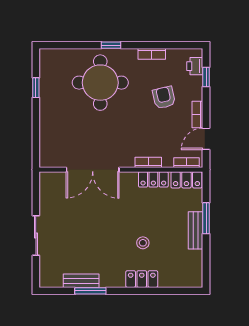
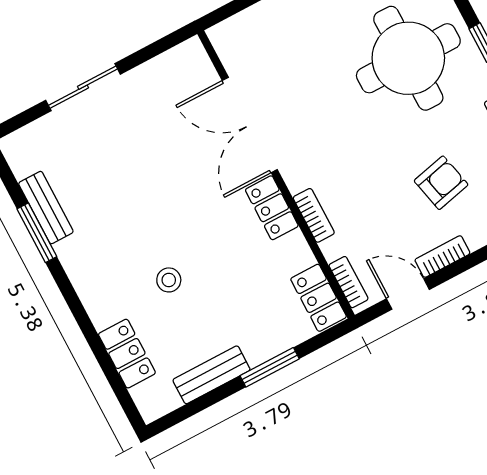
locker: (153, 179) -> (272, 208), moved
bench: (196, 230) -> (211, 375), moved
locker: (142, 279) -> (127, 354), moved

